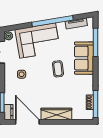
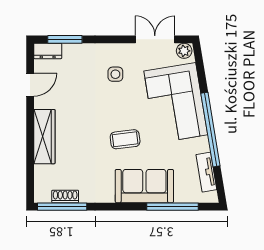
door: (27, 122) -> (30, 85), width x0.53

